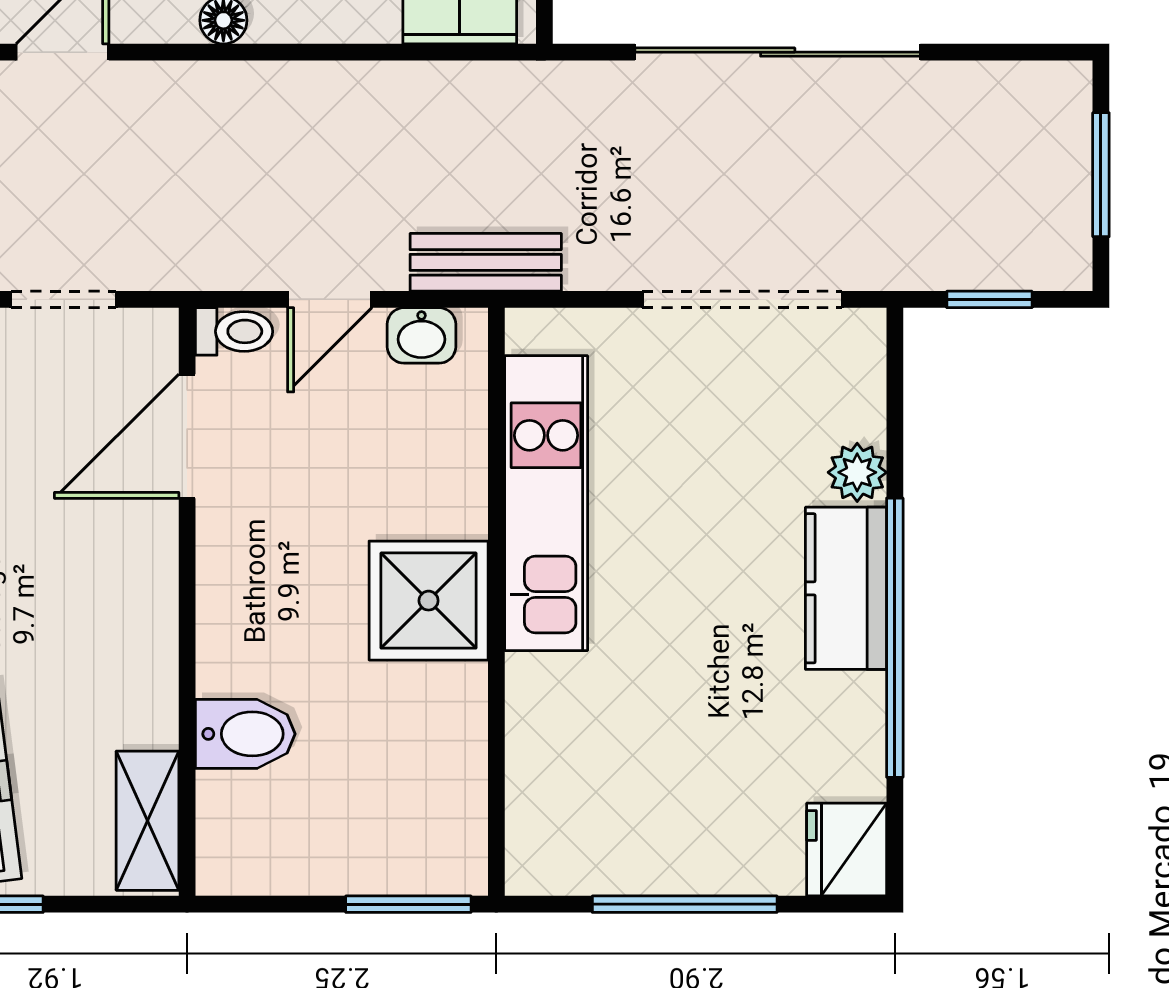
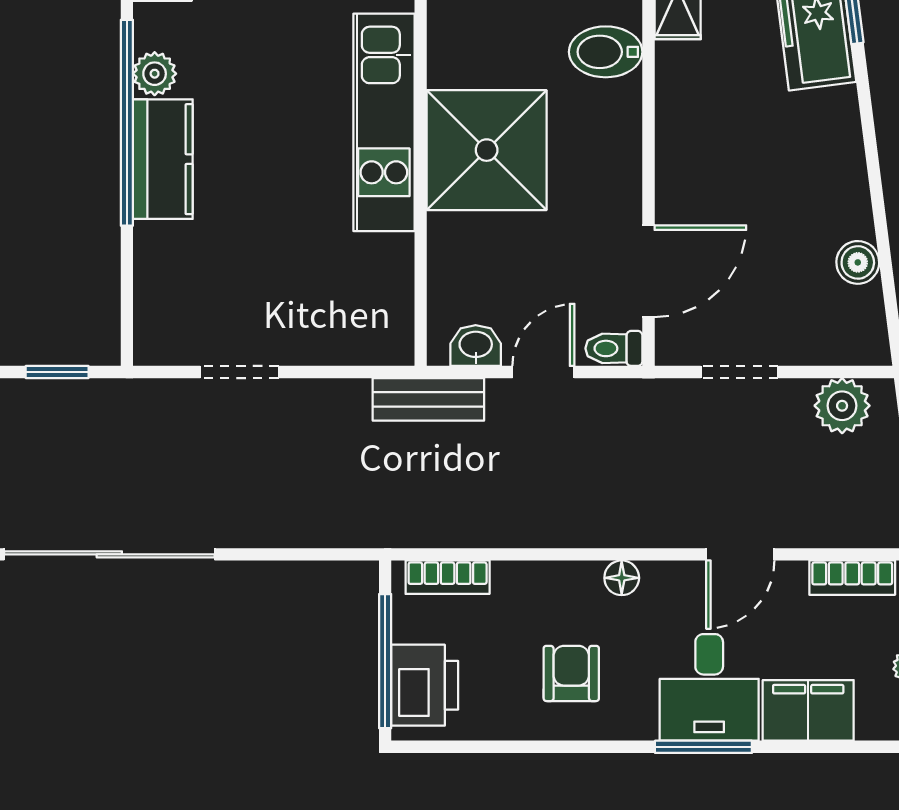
sliding door: (778, 52) -> (109, 554), moved
doorway: (742, 299) -> (239, 372), width x0.53
plant: (857, 472) -> (155, 74), moved
kitchen unit: (546, 503) -> (384, 122), moved
shower: (429, 601) -> (487, 150), width x1.37, depth x1.37

